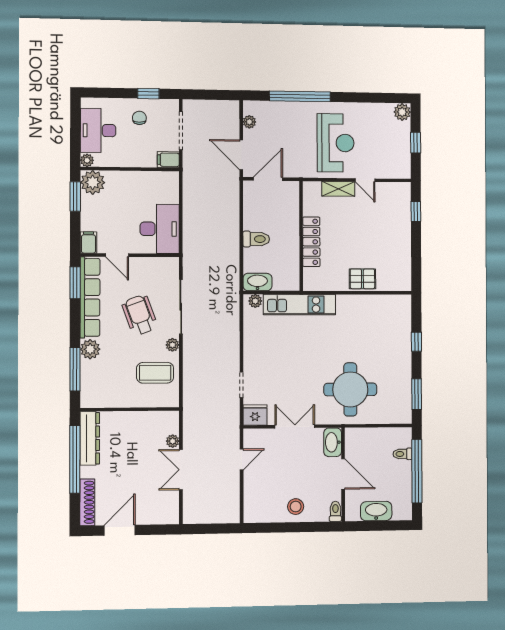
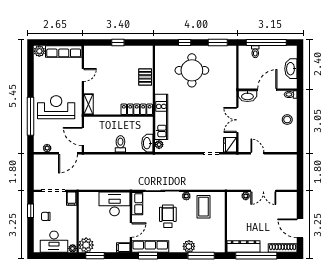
reception desk: (336, 143) -> (56, 107), moved
window: (416, 143) -> (59, 43), removed
row of seats: (402, 150) -> (64, 52), added
shelving: (338, 189) -> (89, 104), moved
window: (416, 212) -> (118, 43), moved
locker: (311, 242) -> (137, 109), moved
row of seats: (160, 266) -> (137, 204), added
row of seats: (90, 297) -> (150, 247), width x0.73
wheelchair: (140, 315) -> (168, 216), turned 110
round table: (350, 389) -> (192, 70), moved

